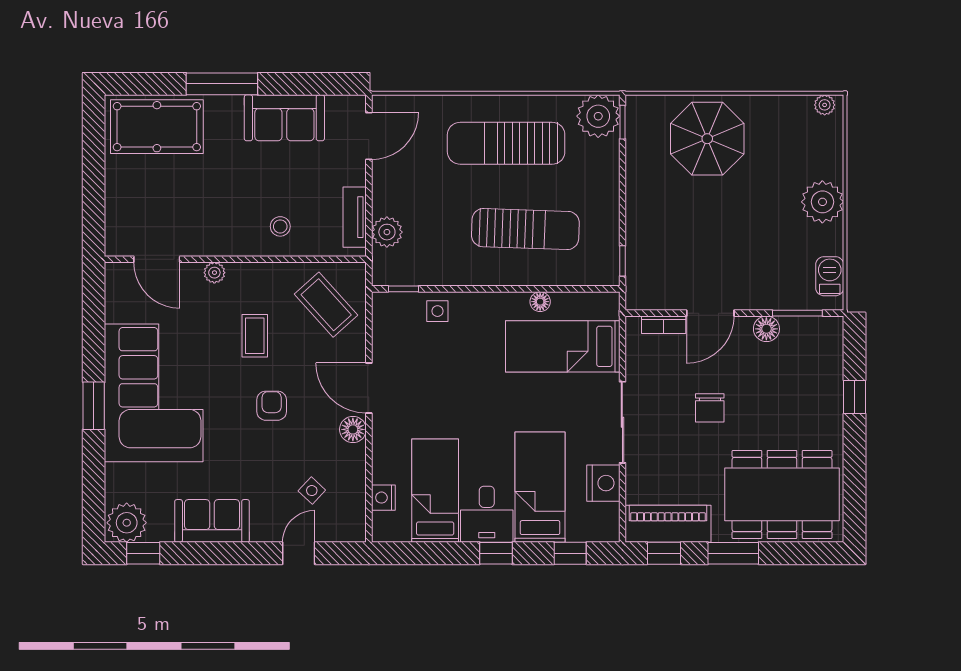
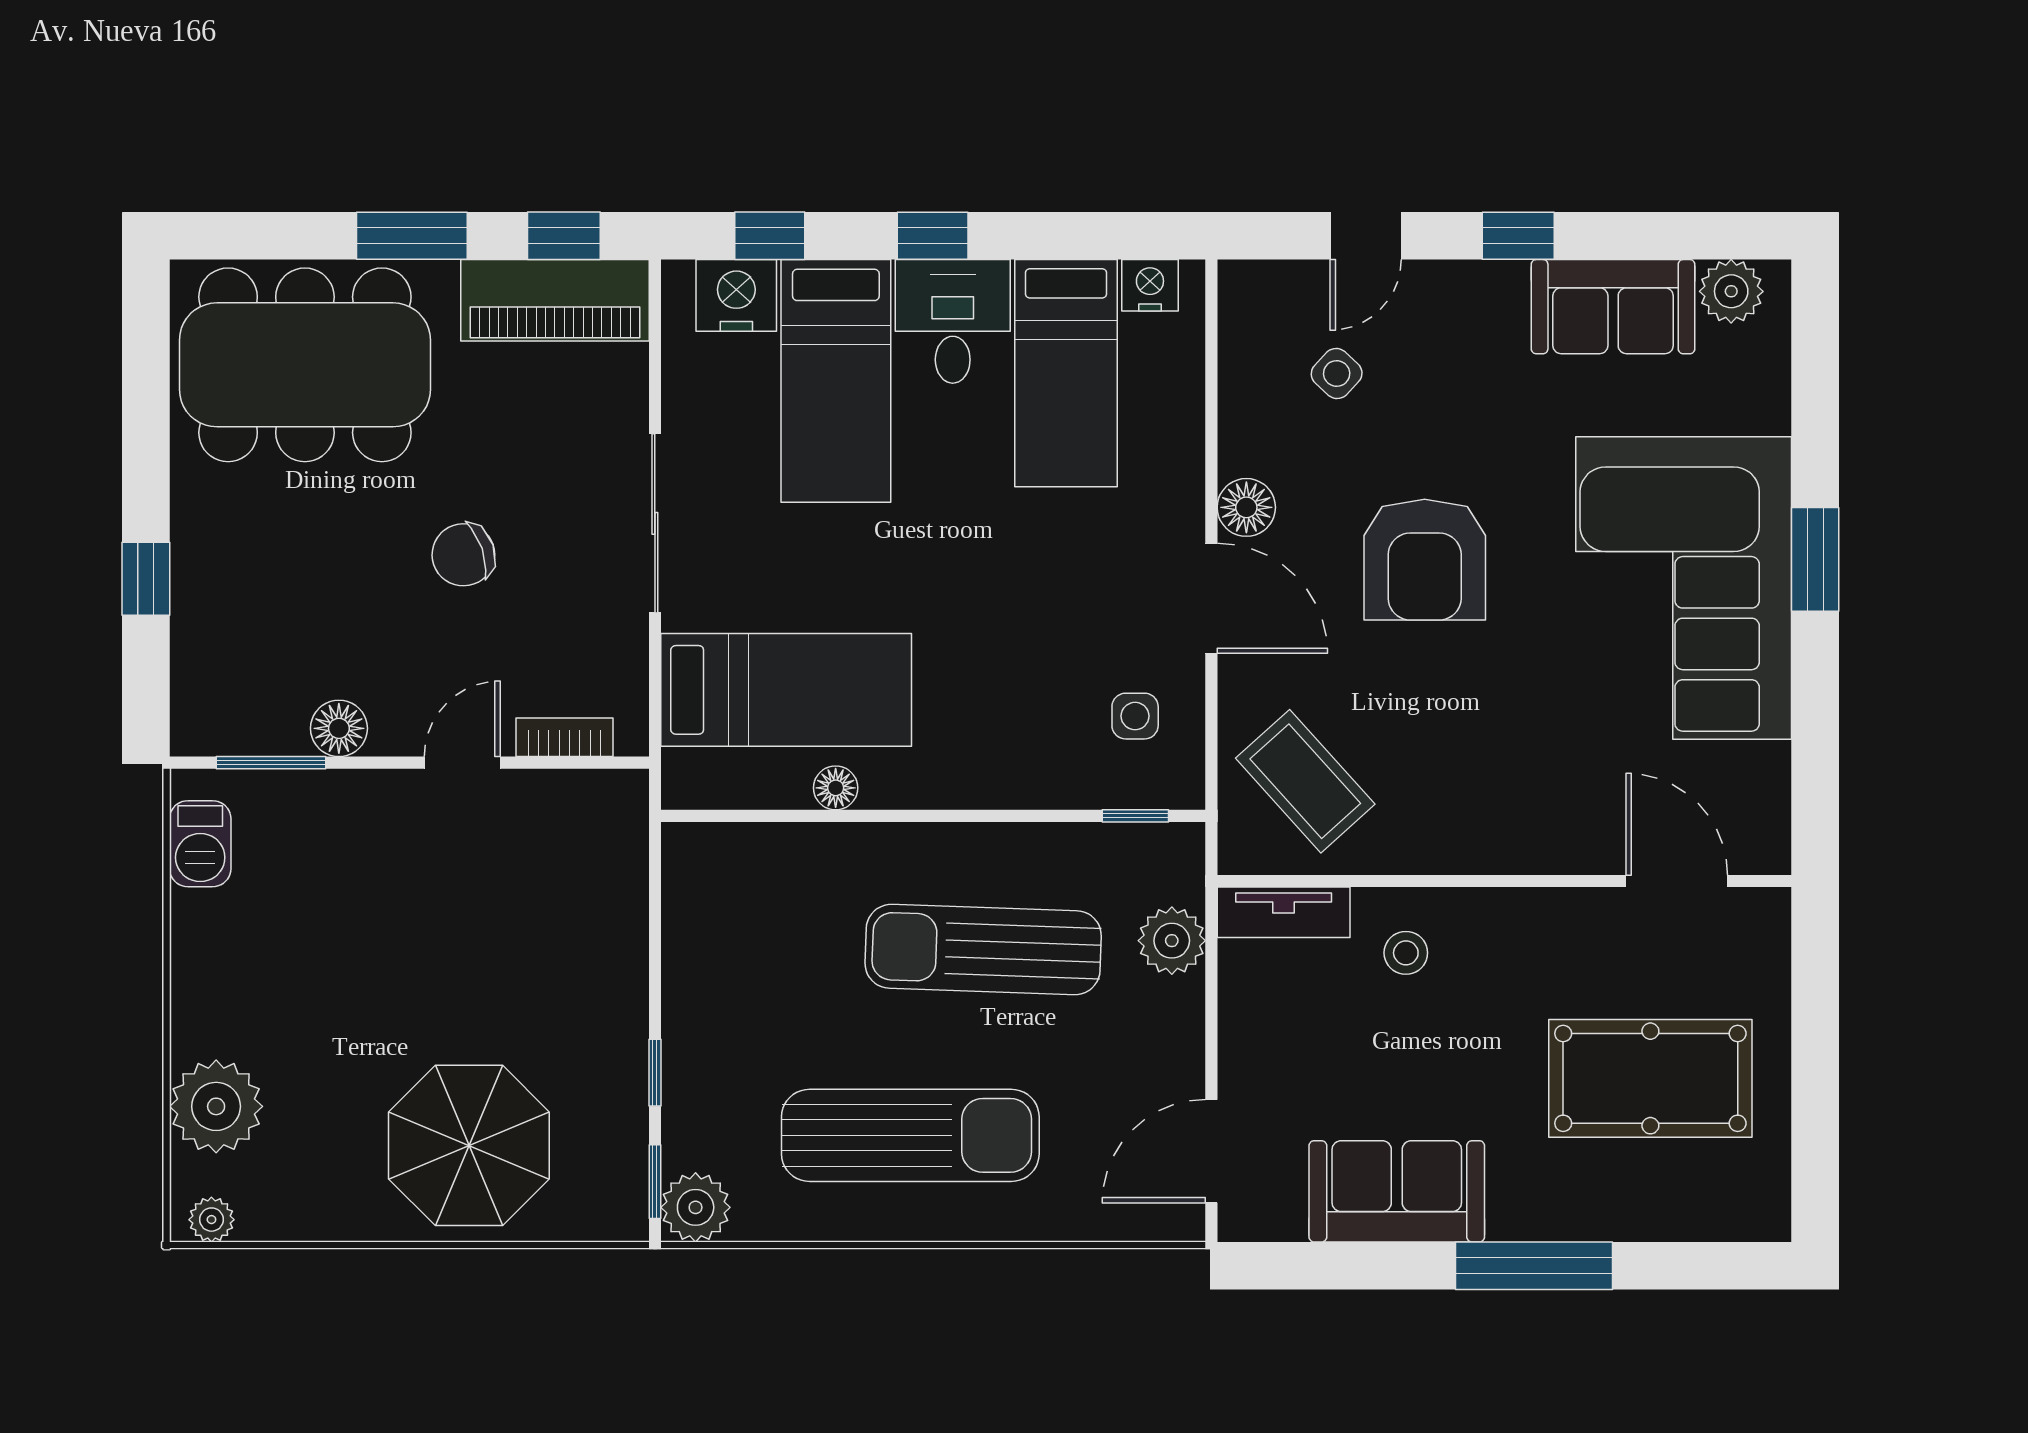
plant: (598, 116) -> (696, 1207), width x0.73, depth x0.73
pool table: (157, 127) -> (1650, 1078), moved
plant: (822, 202) -> (216, 1106), moved
tv unit: (355, 217) -> (1284, 912), moved, turned 90
sun lounger: (525, 229) -> (983, 950), moved
window: (622, 261) -> (655, 1073), moved
plant: (214, 273) -> (1550, 852), removed
side table: (437, 311) -> (1135, 716), moved
door: (710, 313) -> (462, 763), width x0.73
coffee table: (255, 336) -> (1462, 713), removed
armchair: (272, 406) -> (1425, 560), width x1.88, depth x1.88
chair: (710, 408) -> (463, 555), turned -109
nightstand: (603, 483) -> (736, 295), moved, turned 90
nightstand: (383, 498) -> (1150, 285), moved, turned -90
sofa: (212, 521) -> (1613, 307), moved
plant: (127, 523) -> (1731, 291), width x0.73, depth x0.73
window: (143, 553) -> (1518, 236), moved

